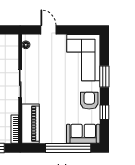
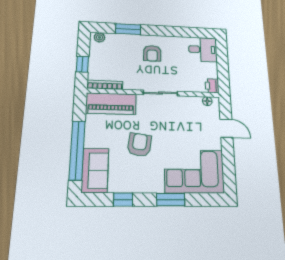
door: (48, 30) -> (226, 128), hinge flipped
printer: (12, 40) -> (212, 86), added
armchair: (89, 101) -> (139, 145), moved, turned -82

